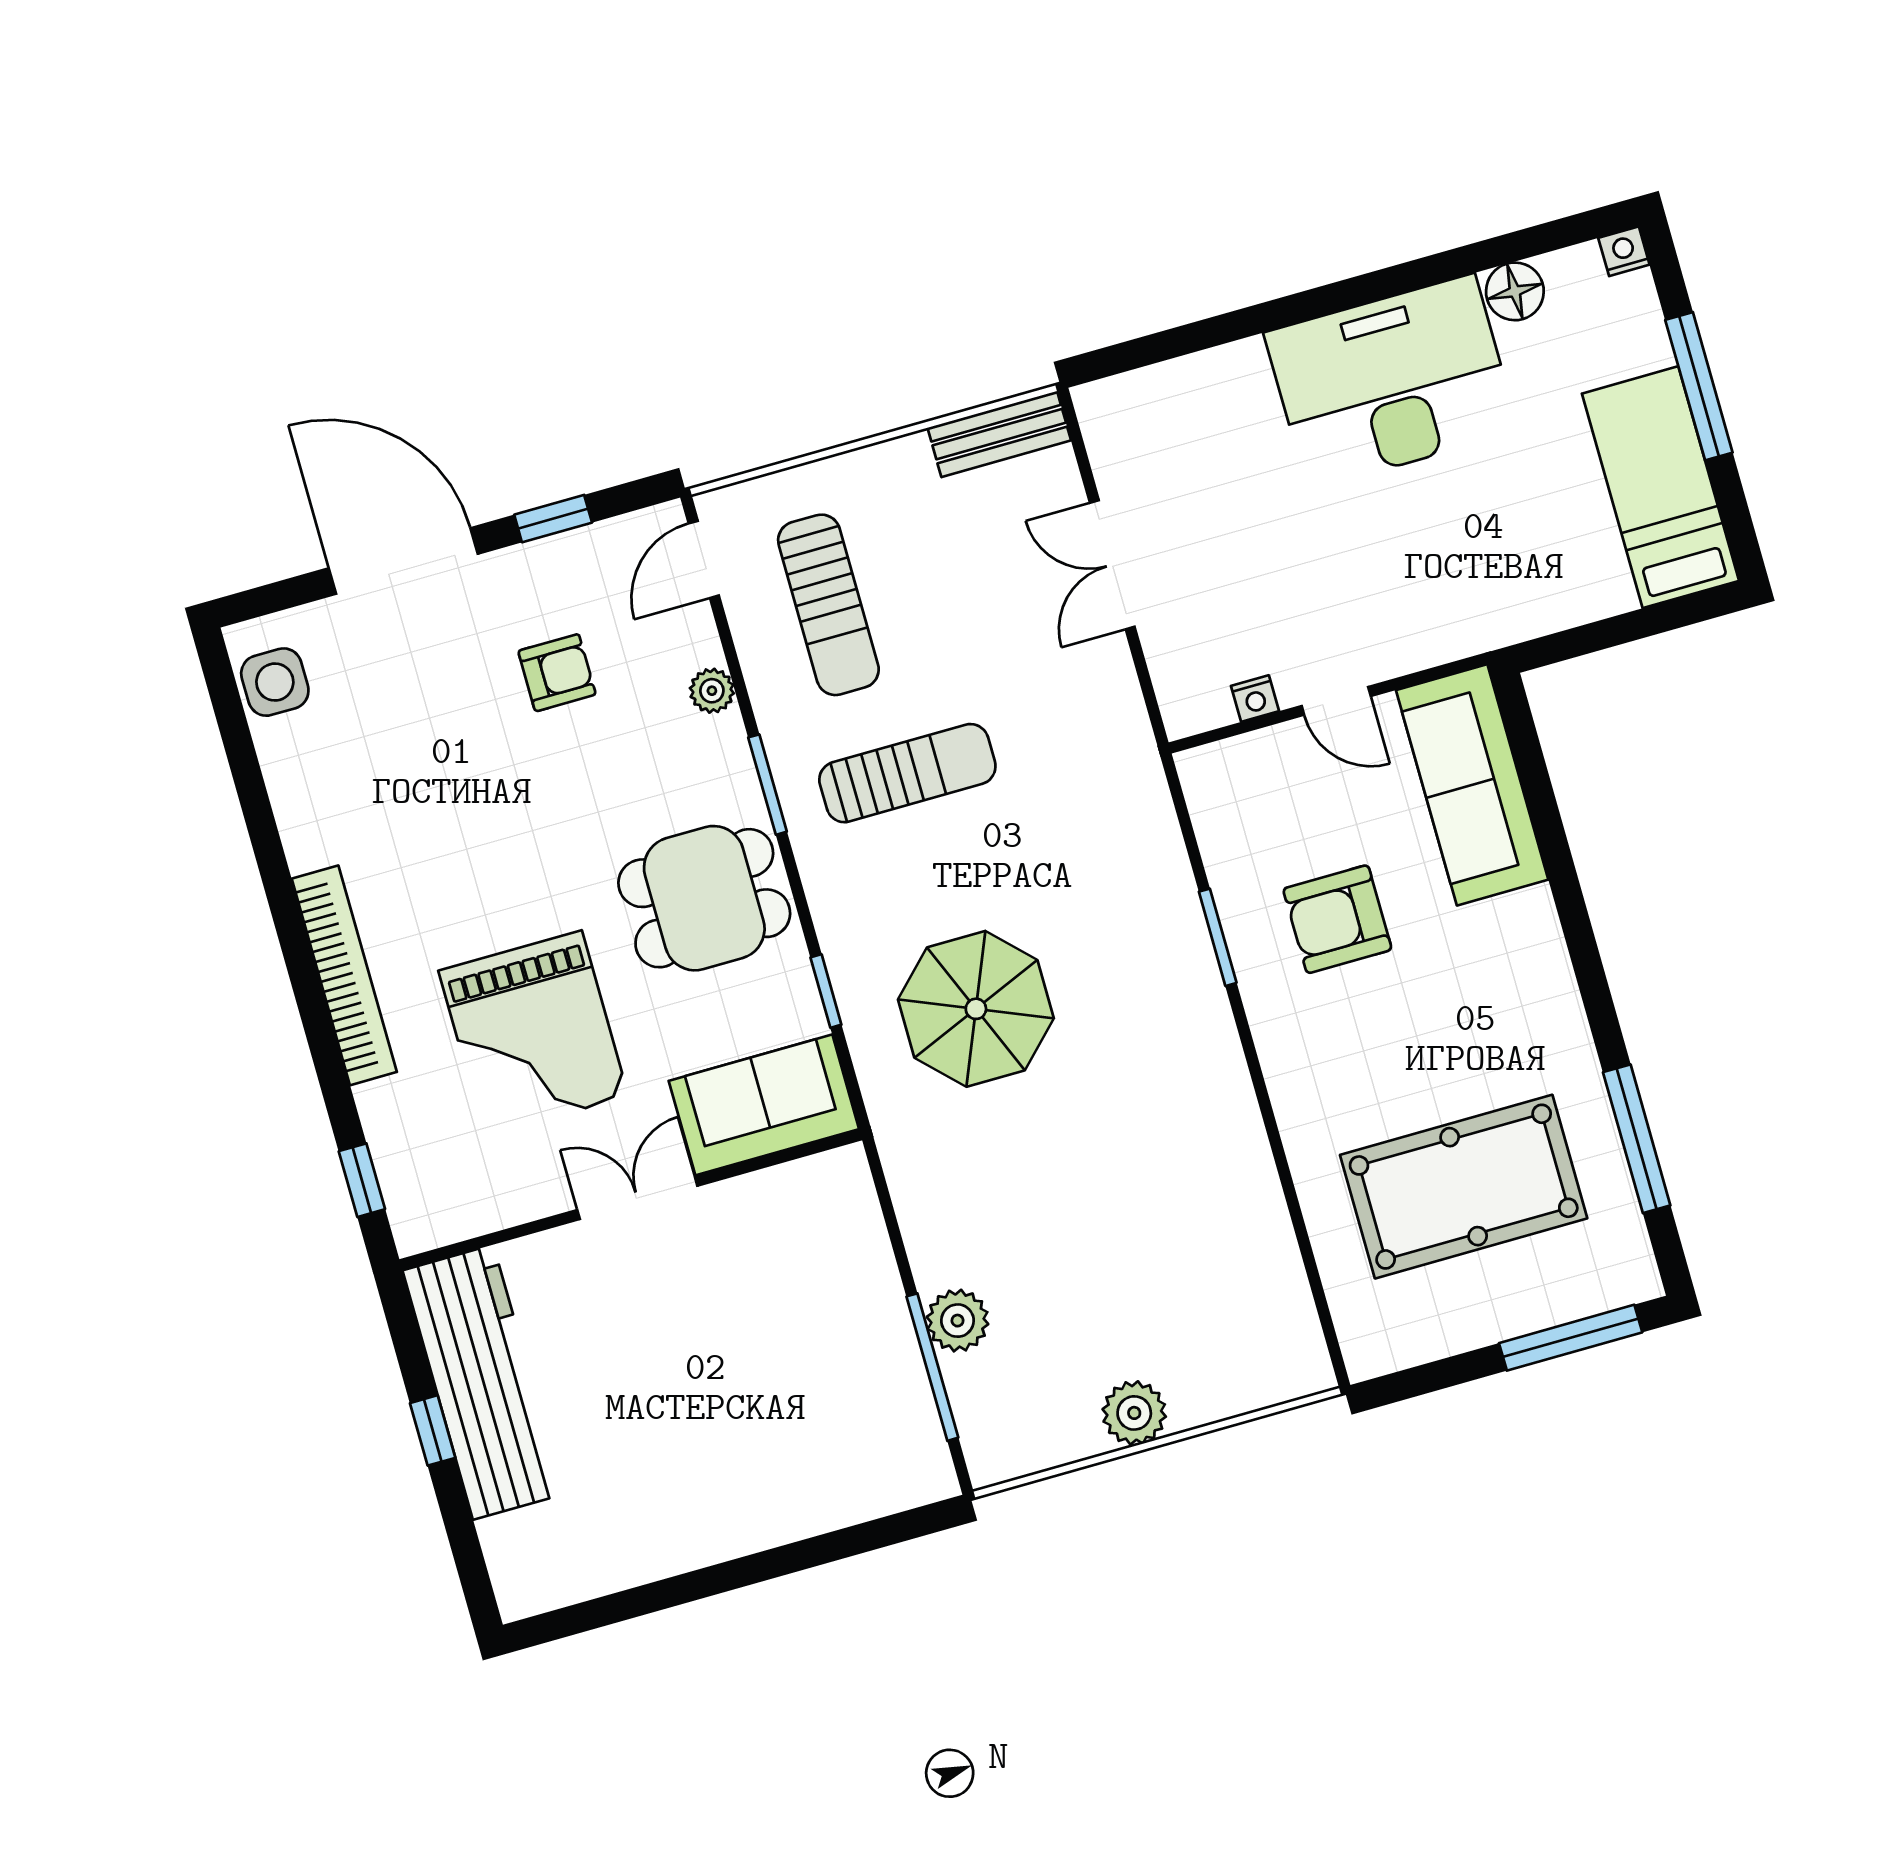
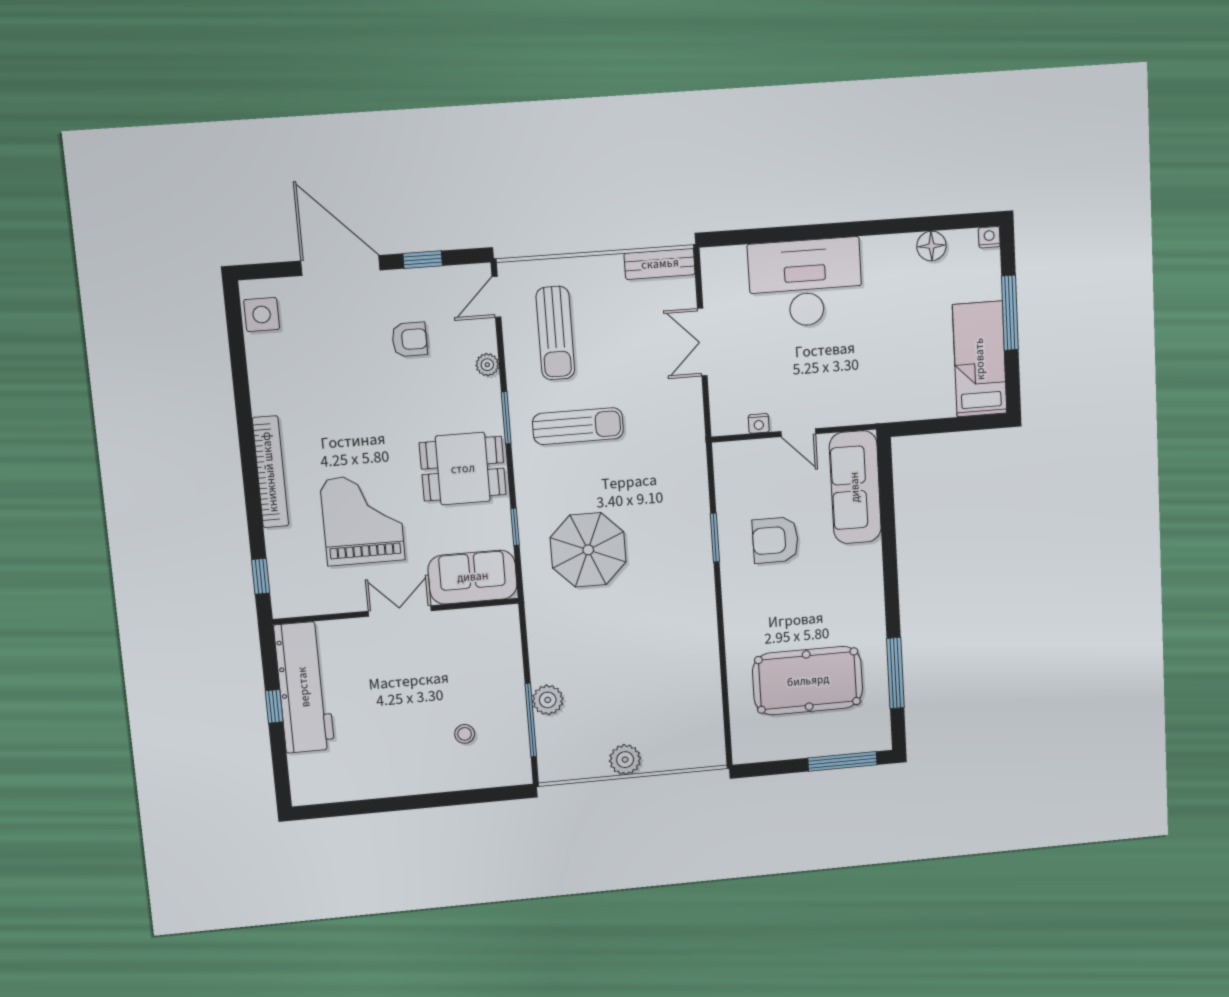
desk: (1391, 382) -> (805, 283), moved
grand piano: (533, 1033) -> (363, 520), turned 180
stool: (809, 1418) -> (465, 734), added

